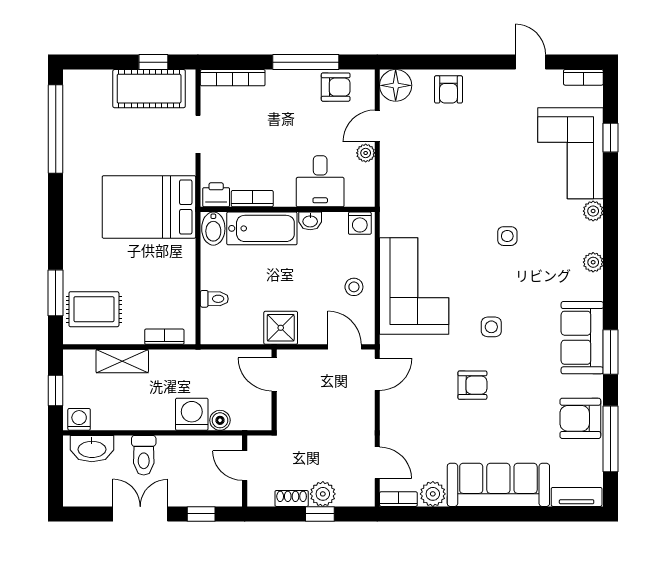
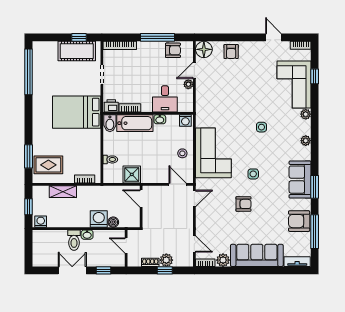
shower: (281, 328) -> (132, 174), moved
washbasin: (92, 449) -> (87, 235), moved, width x0.52, depth x0.69

